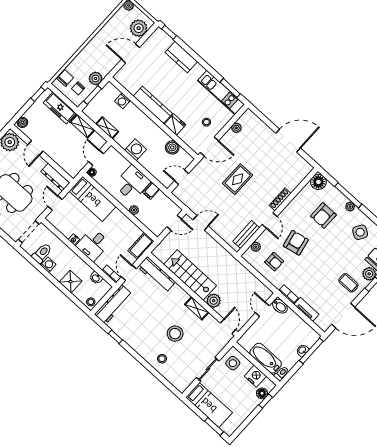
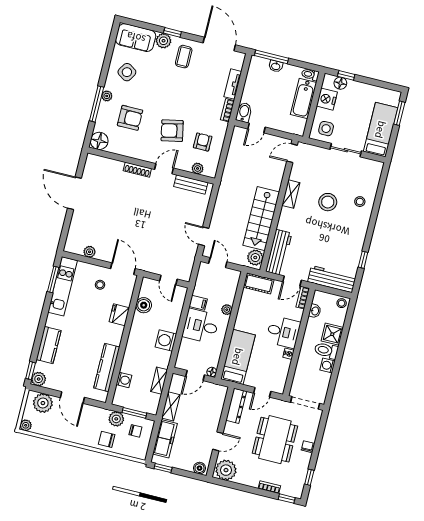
plant: (159, 35) -> (39, 379), added
chair: (65, 78) -> (107, 439), moved
kitchen counter: (153, 105) -> (107, 368), moved
rug: (238, 179) -> (140, 223), removed
toilet: (42, 253) -> (326, 350), moved
plant: (214, 301) -> (255, 258), moved

